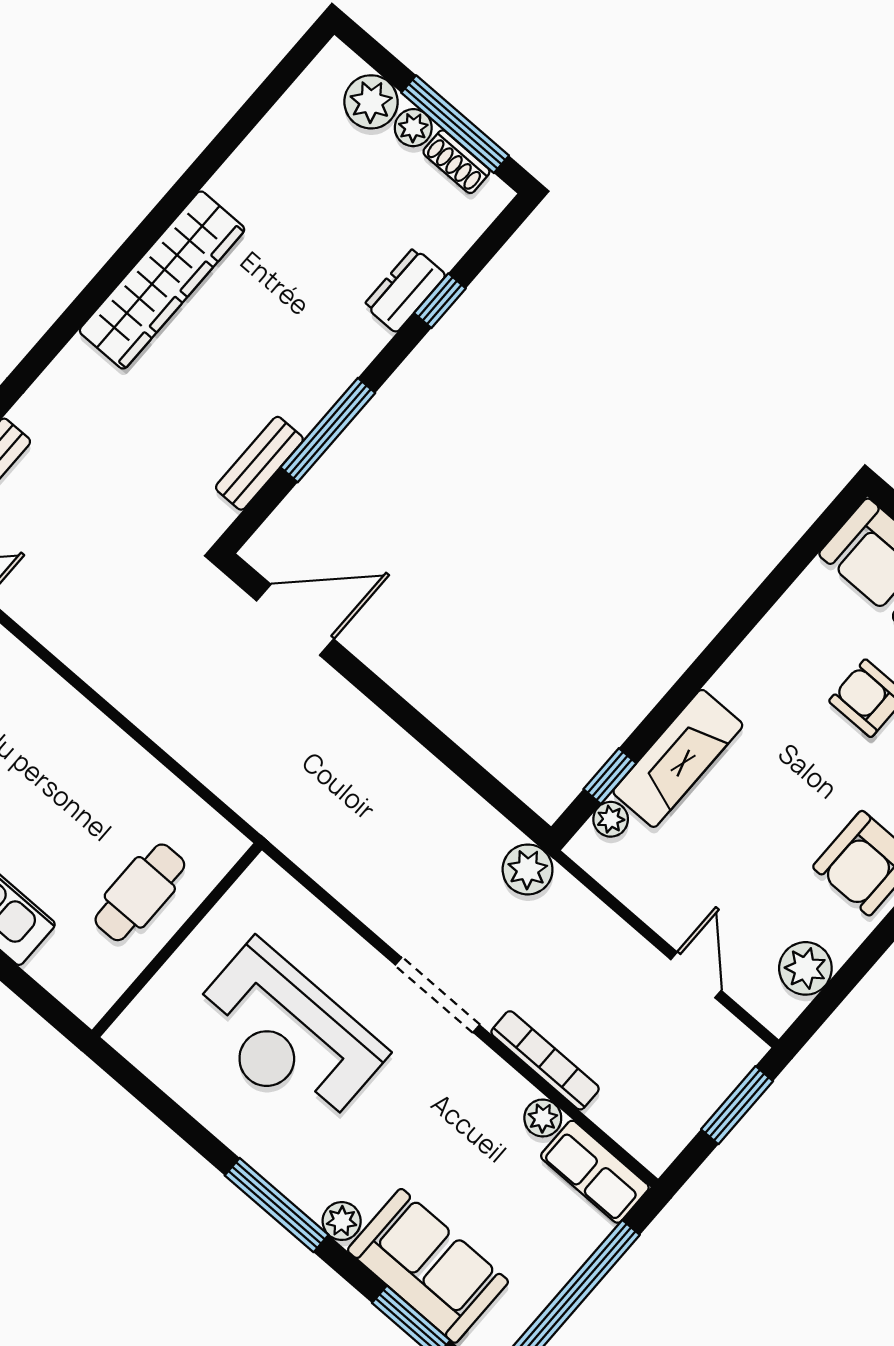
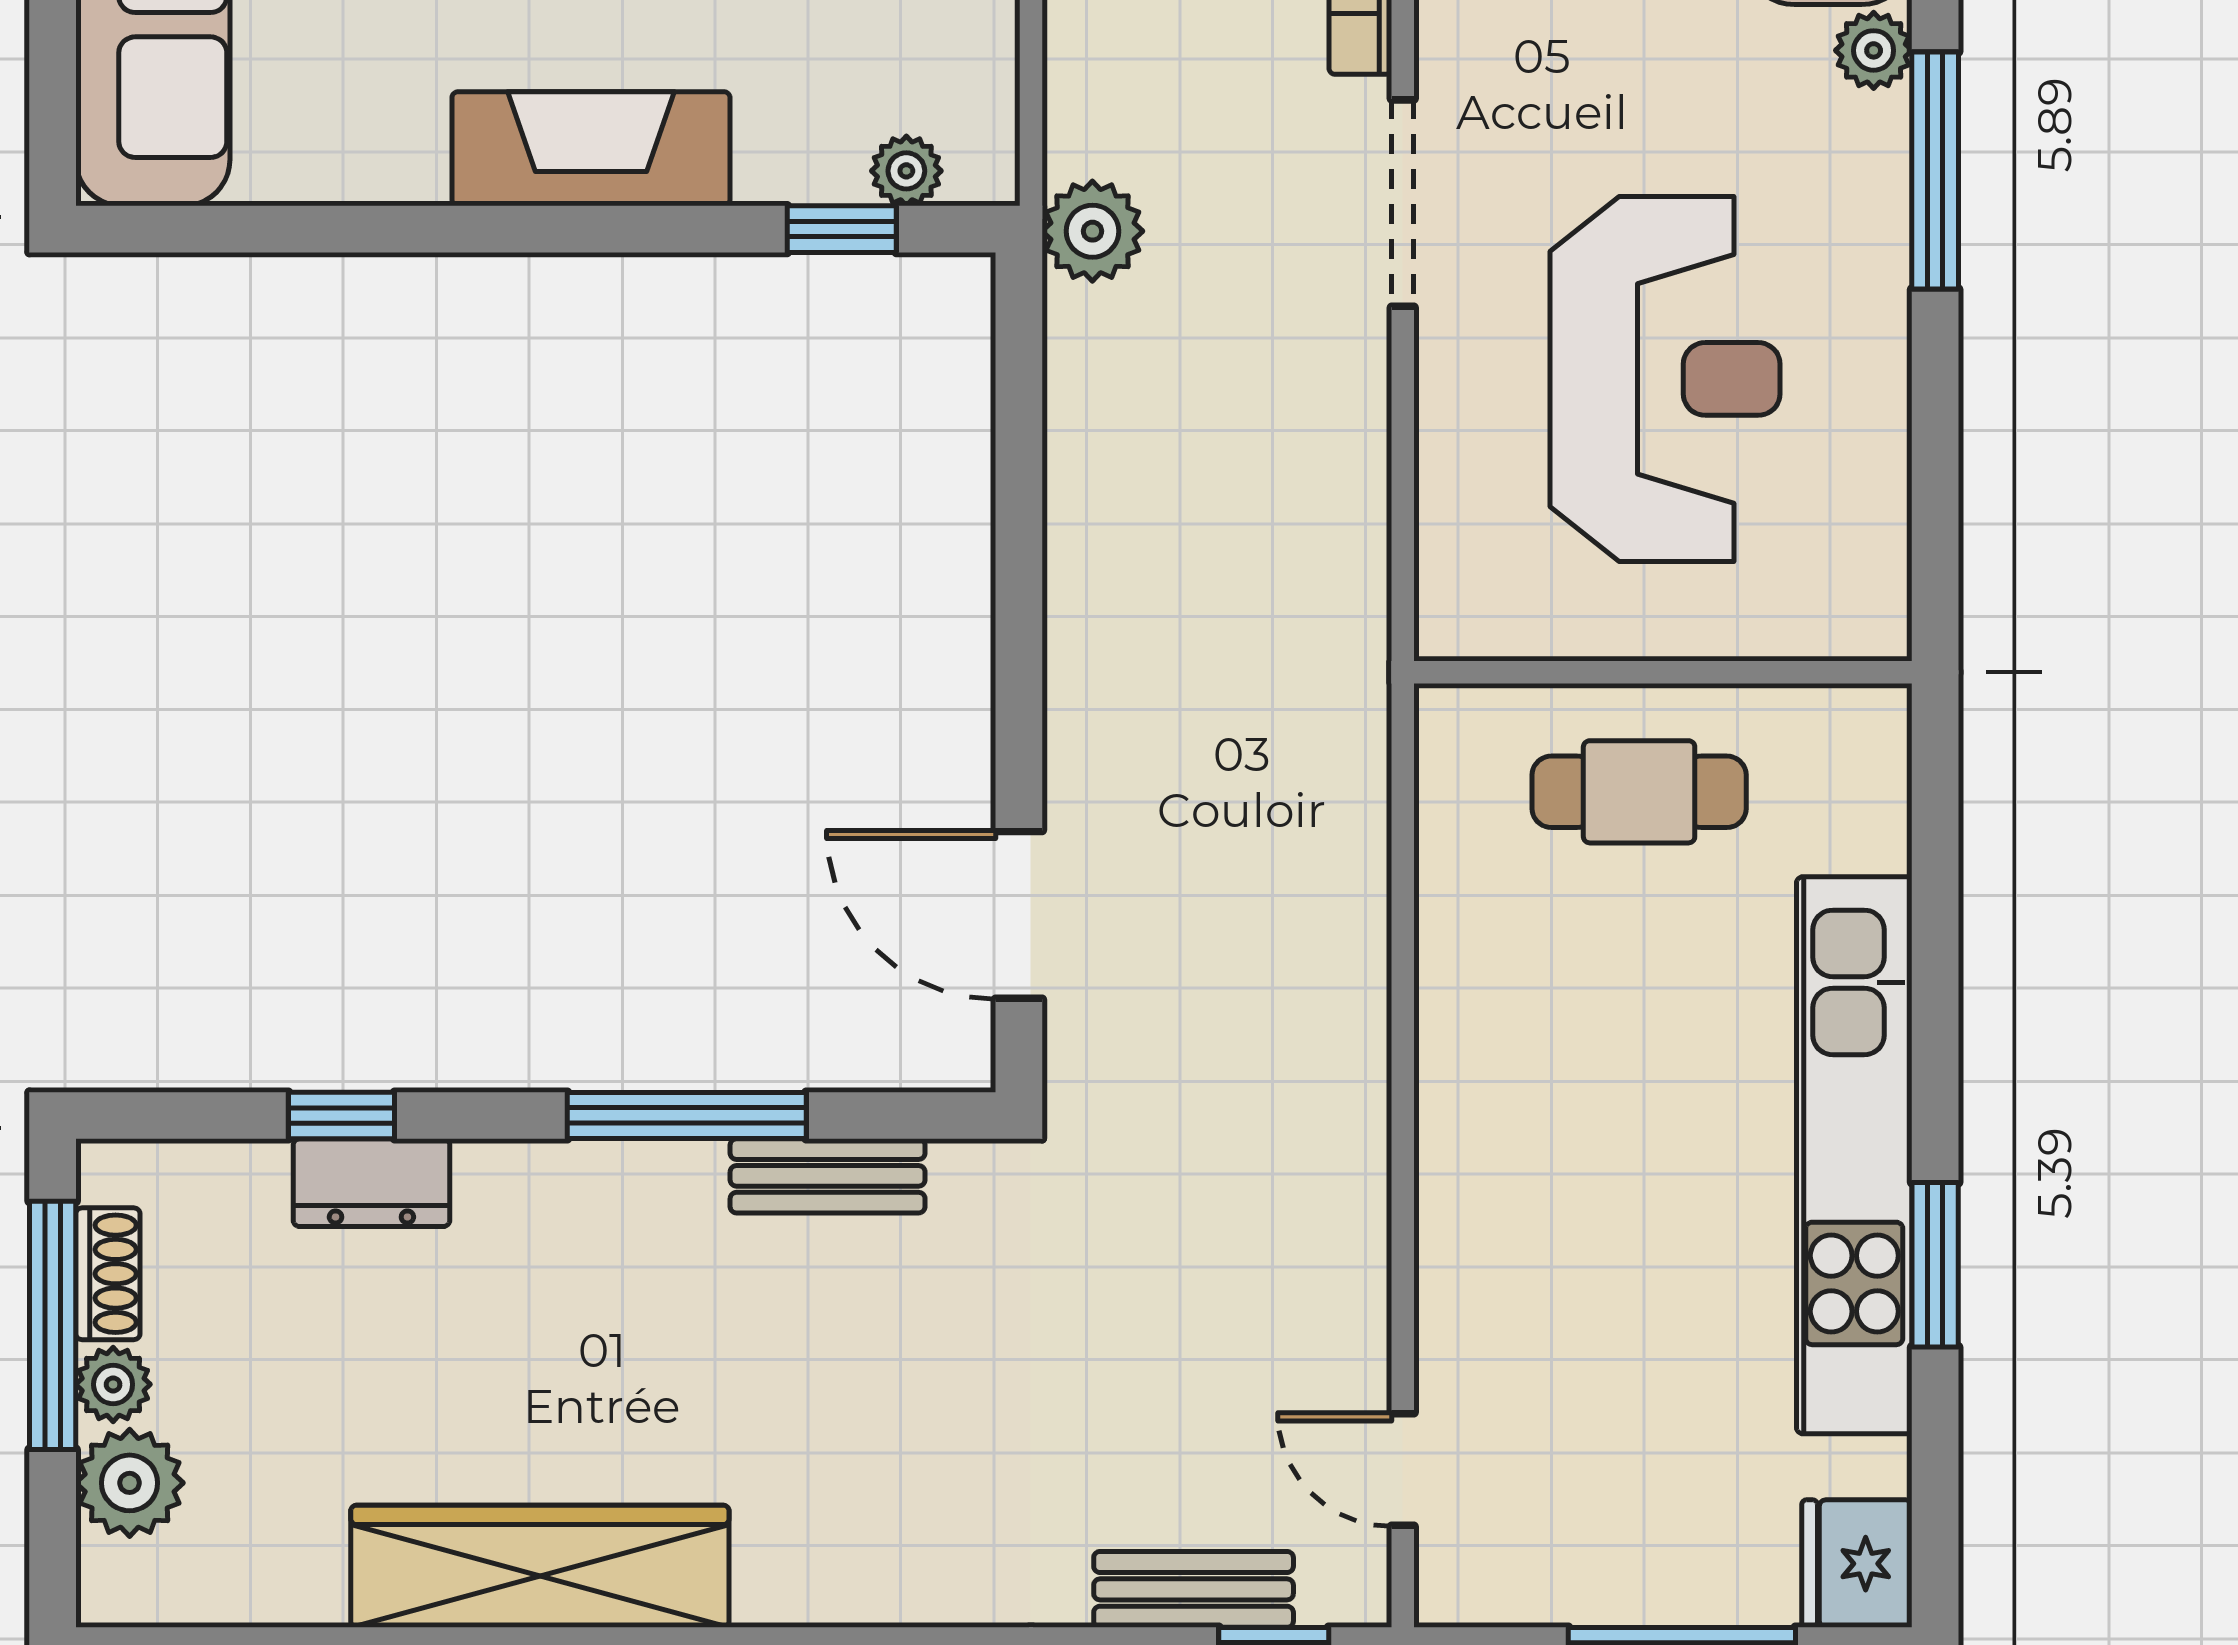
wardrobe: (162, 280) -> (540, 1566), moved
fireplace: (678, 758) -> (591, 149), moved

